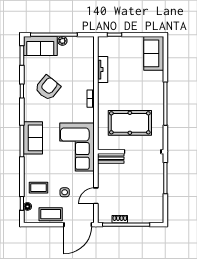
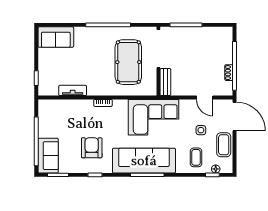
plant: (62, 41) -> (43, 132), removed
armchair: (48, 88) -> (92, 148), turned 51
sofa: (33, 138) -> (144, 161), width x1.85, depth x1.27

